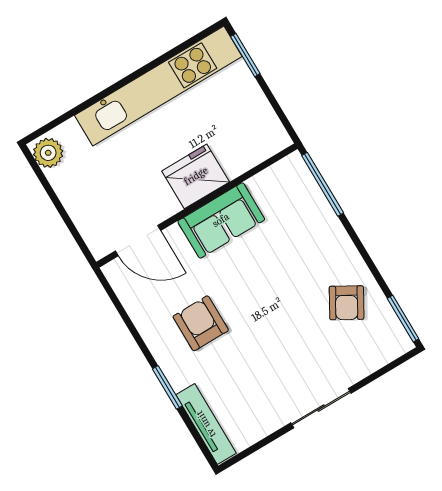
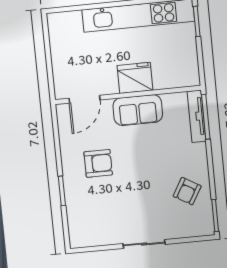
plant: (48, 153) -> (57, 24), removed
door: (138, 241) -> (84, 99), hinge flipped
armchair: (201, 323) -> (98, 163), turned 90
tv unit: (206, 424) -> (197, 116), moved, turned 180

